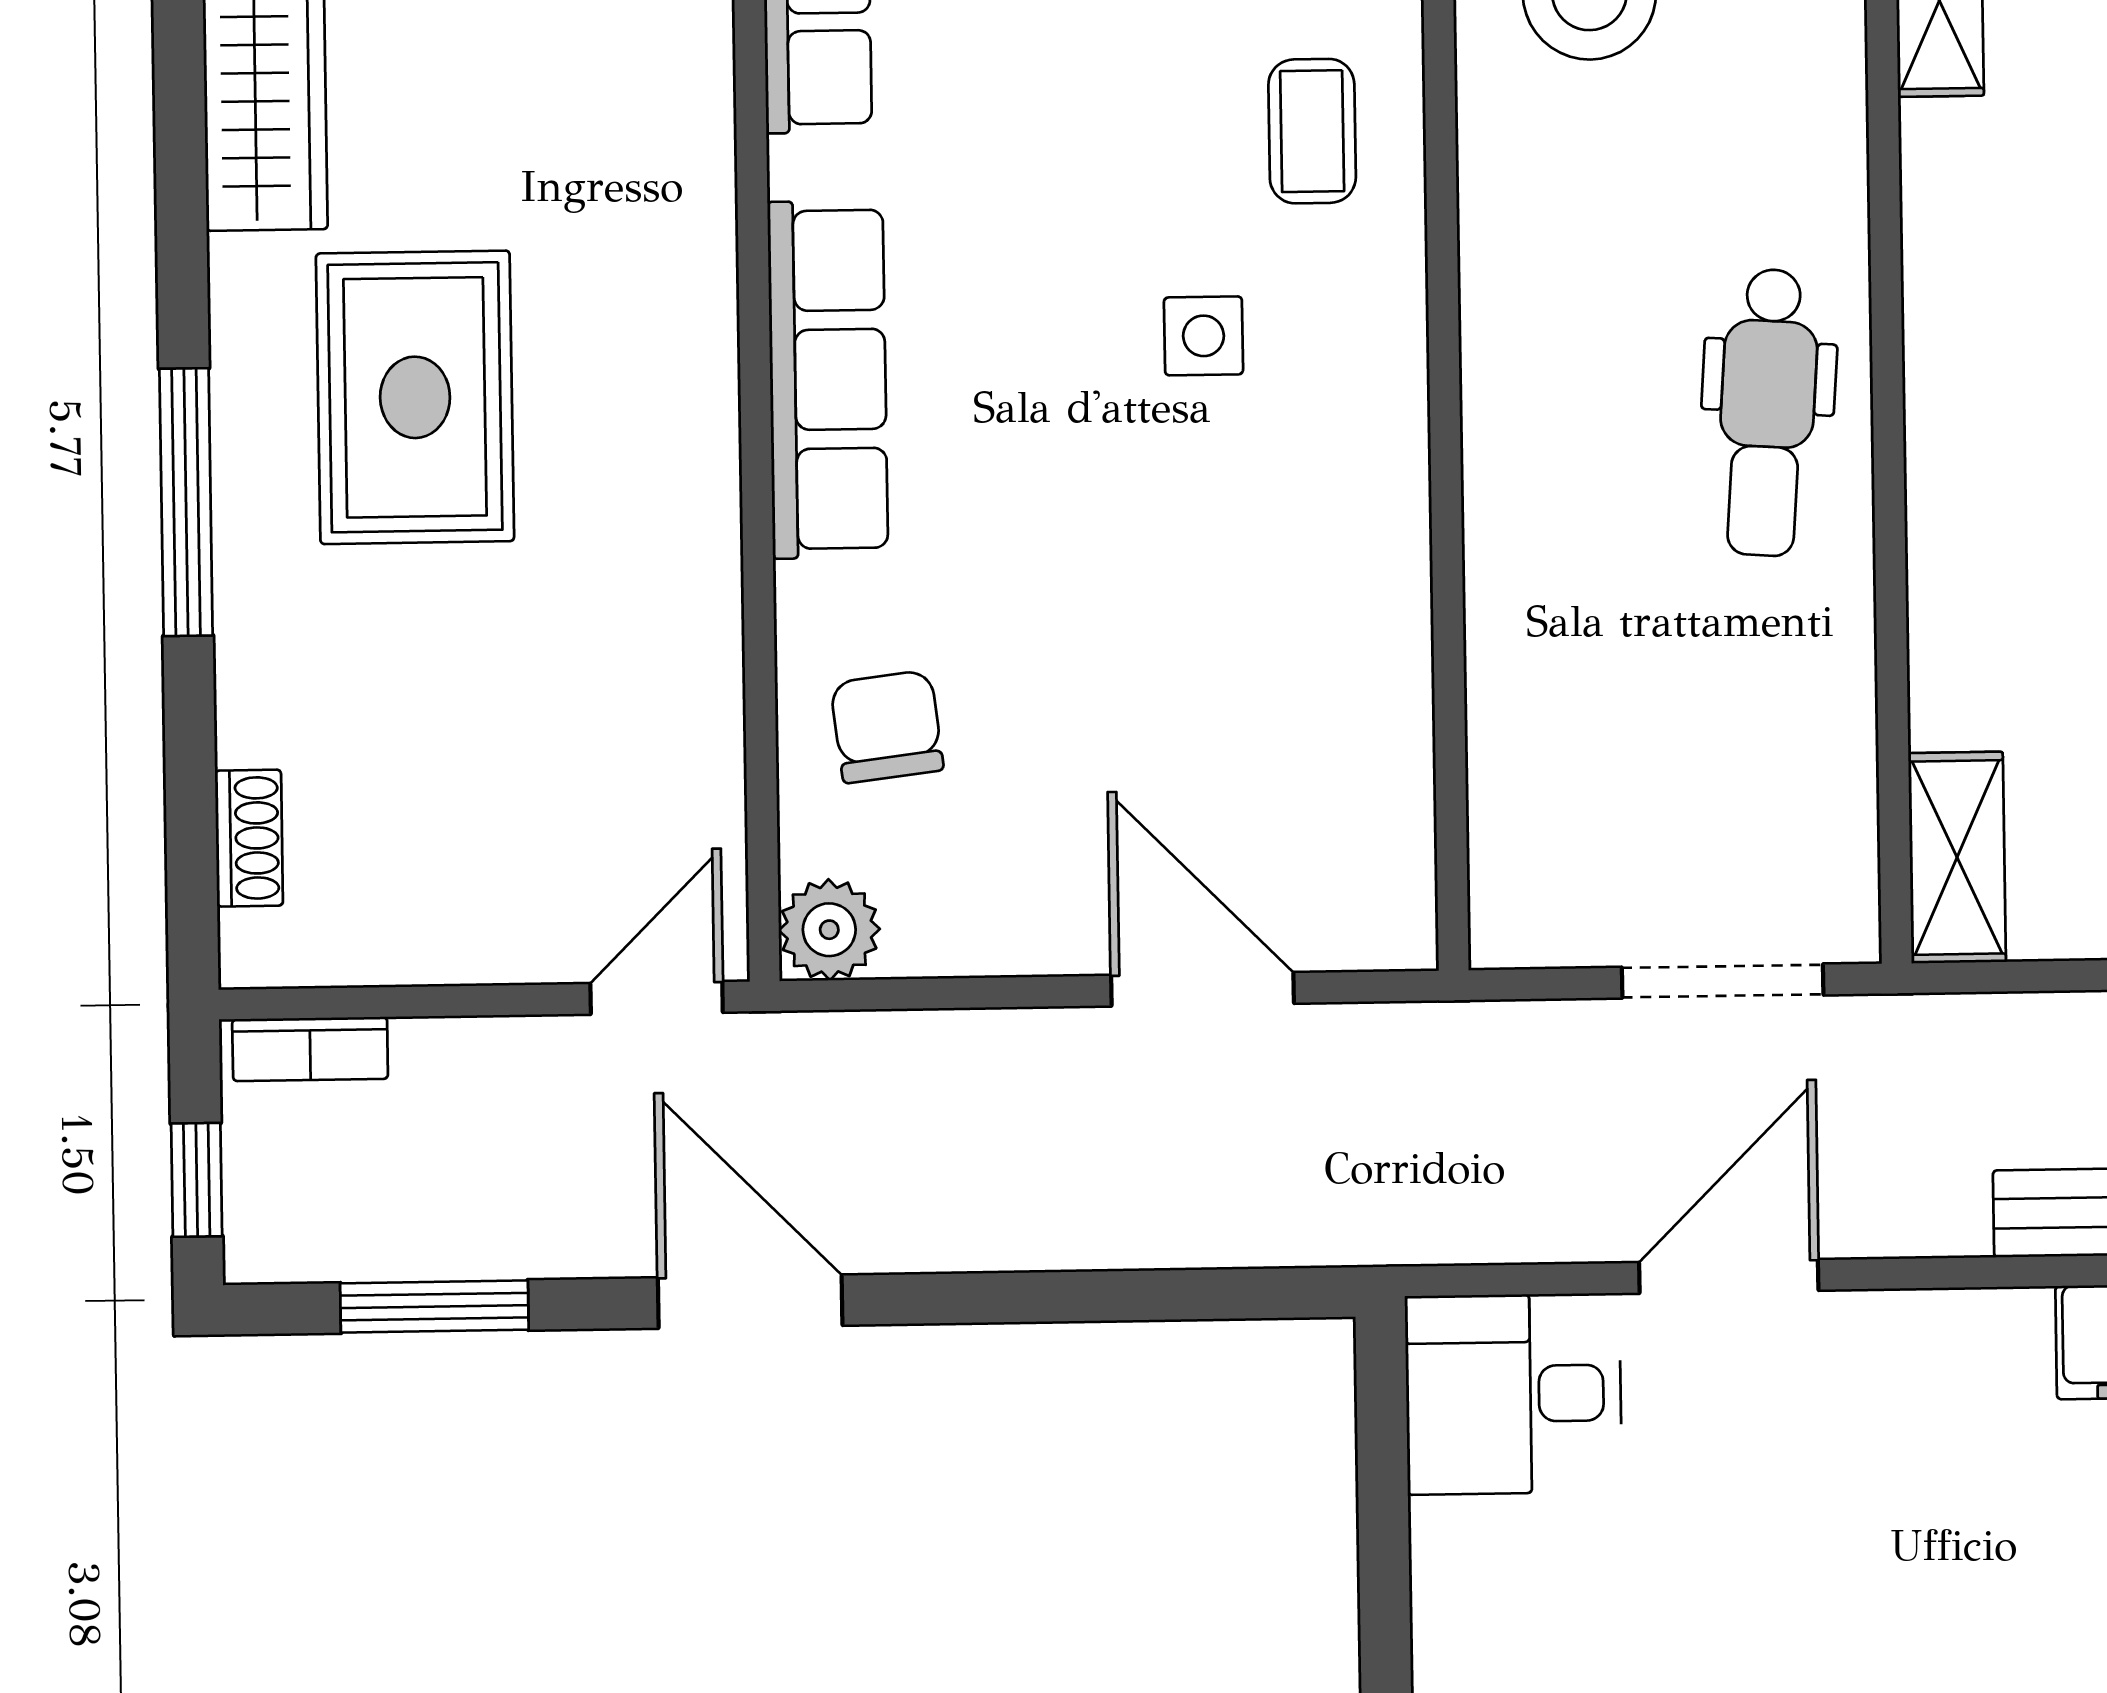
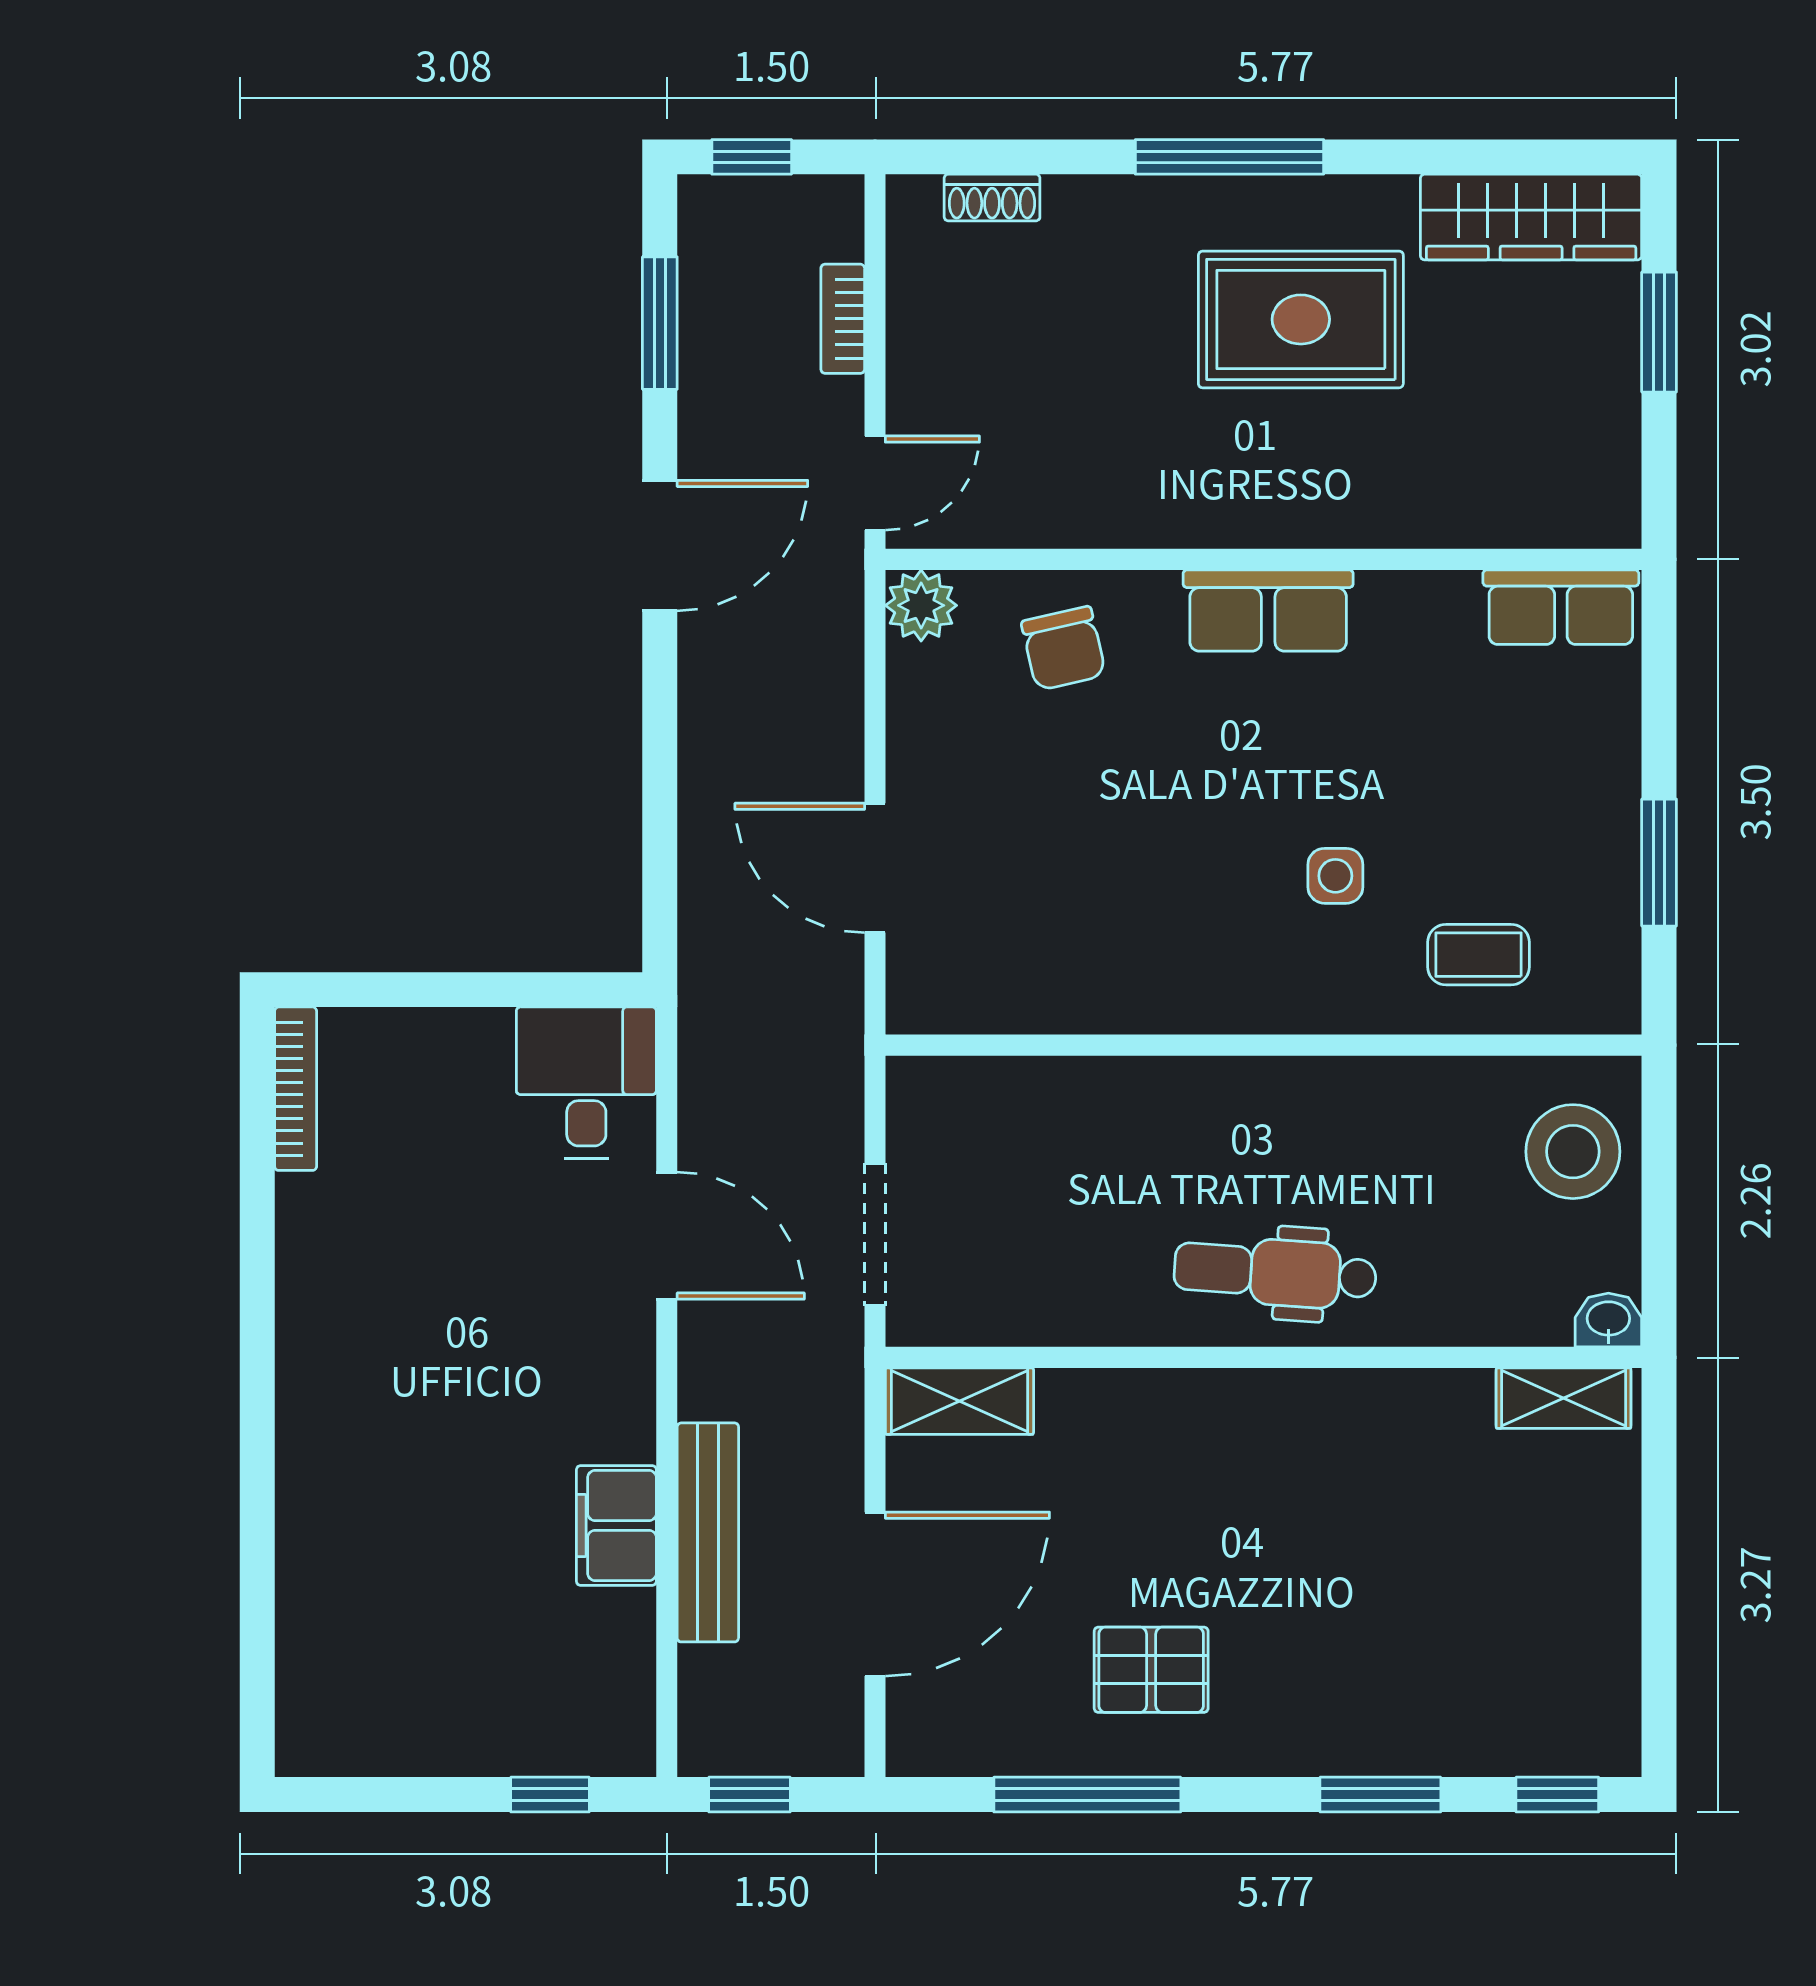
row of seats: (828, 379) -> (1268, 610), width x0.68
chair: (887, 727) -> (1064, 648), turned 84
door: (1203, 989) -> (875, 868), swing flipped
door: (657, 998) -> (875, 483), hinge flipped
bookcase: (310, 1049) -> (843, 319), moved

